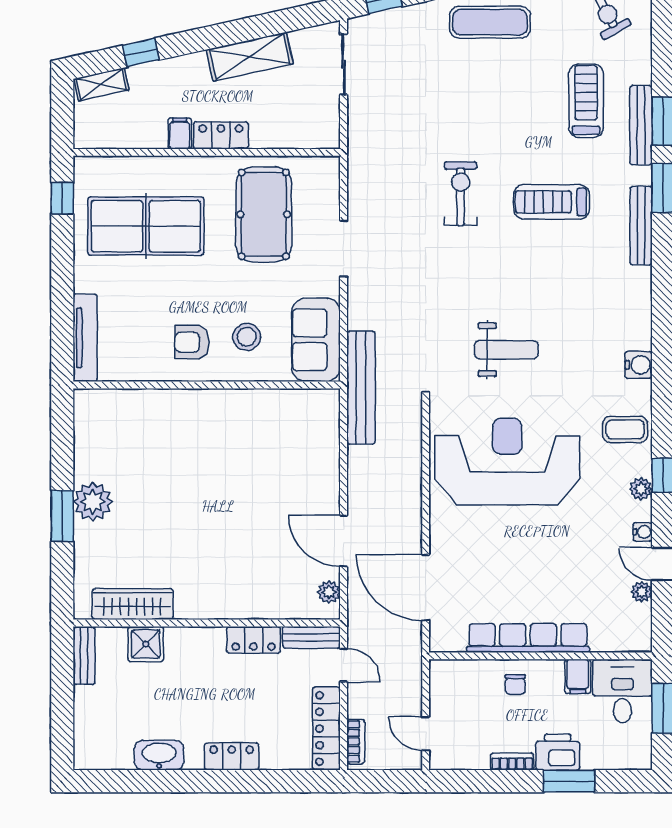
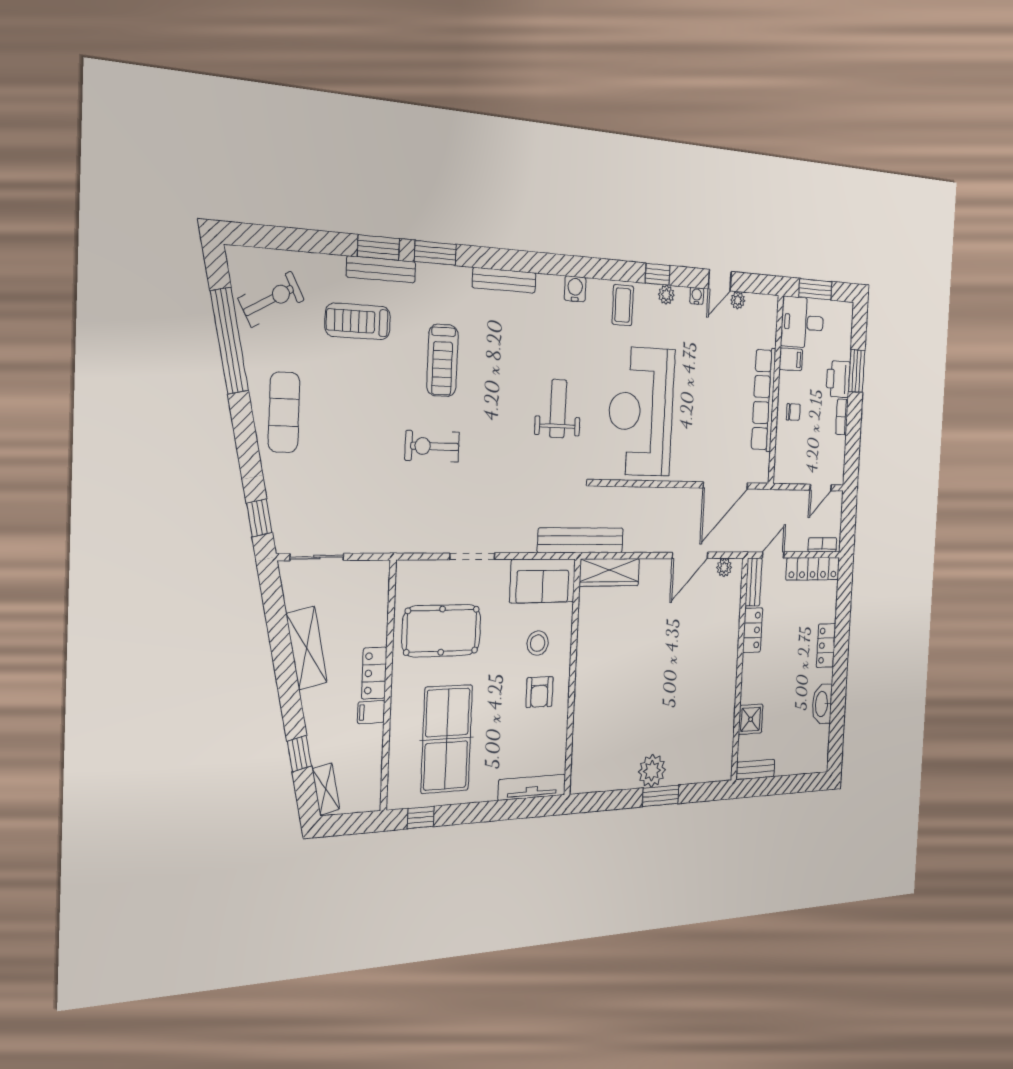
bench: (641, 226) -> (504, 280), moved
wardrobe: (133, 604) -> (609, 572), moved, turned -90

